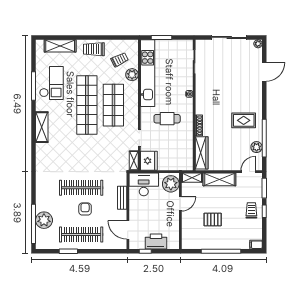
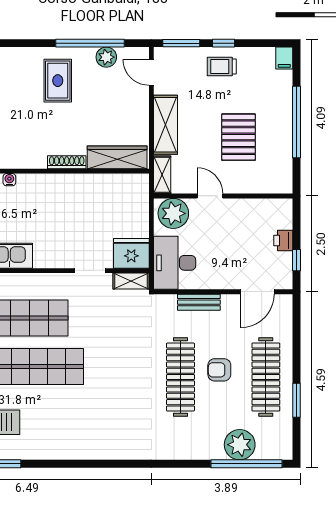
cafe table: (167, 119) -> (55, 220), removed
shelving: (42, 127) -> (70, 449), removed
pallet: (213, 220) -> (238, 137), width x1.50, depth x1.42
printer: (156, 242) -> (283, 240), width x0.53, depth x0.68

